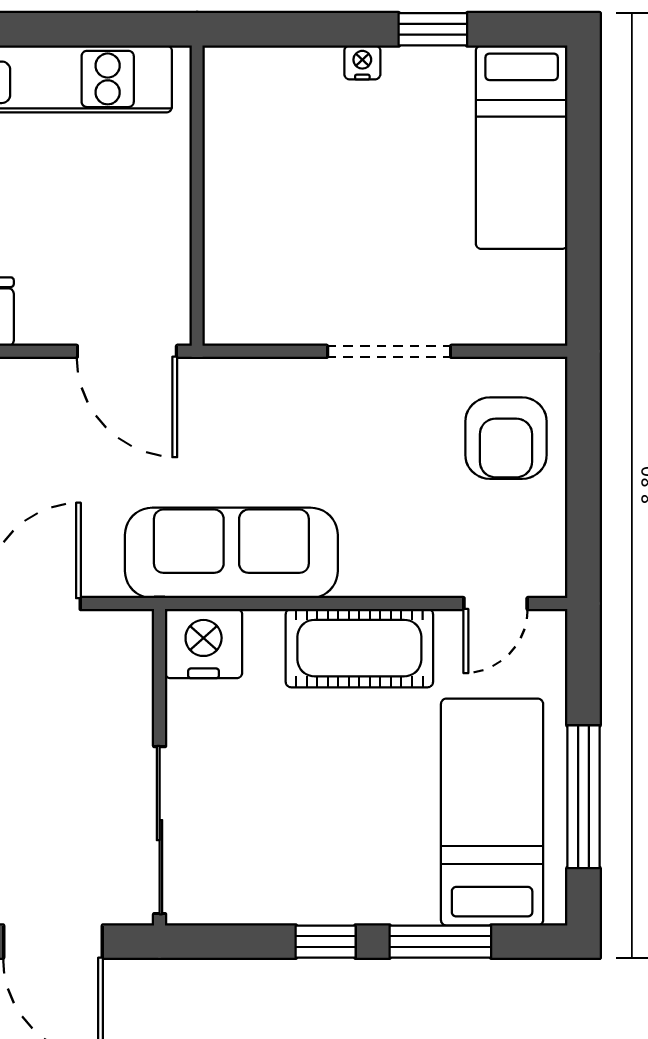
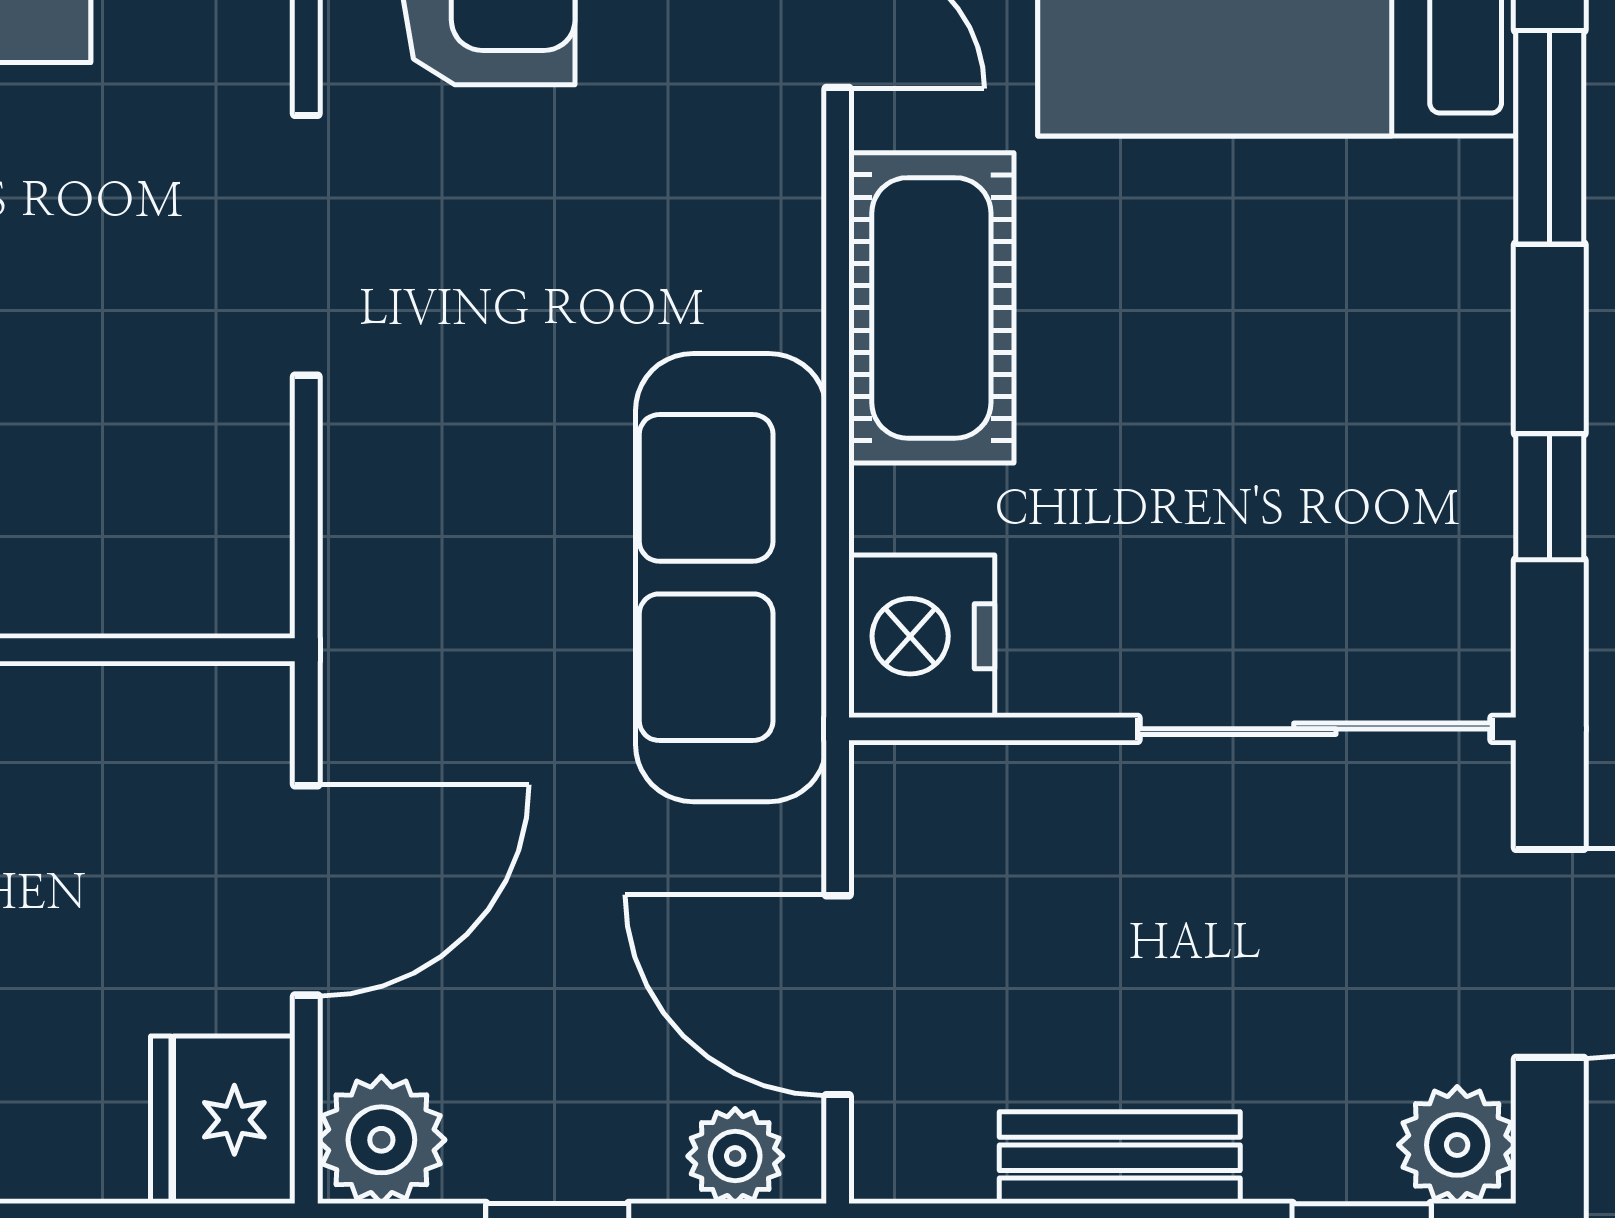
door: (127, 351) -> (306, 890), moved
window: (326, 942) -> (1550, 497), moved

